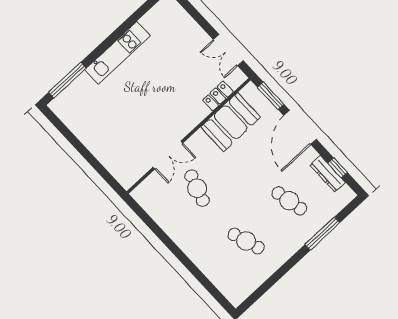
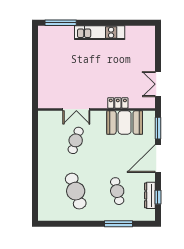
locker: (218, 96) -> (118, 103), moved
cafe table: (246, 241) -> (76, 191), width x1.37, depth x1.35

